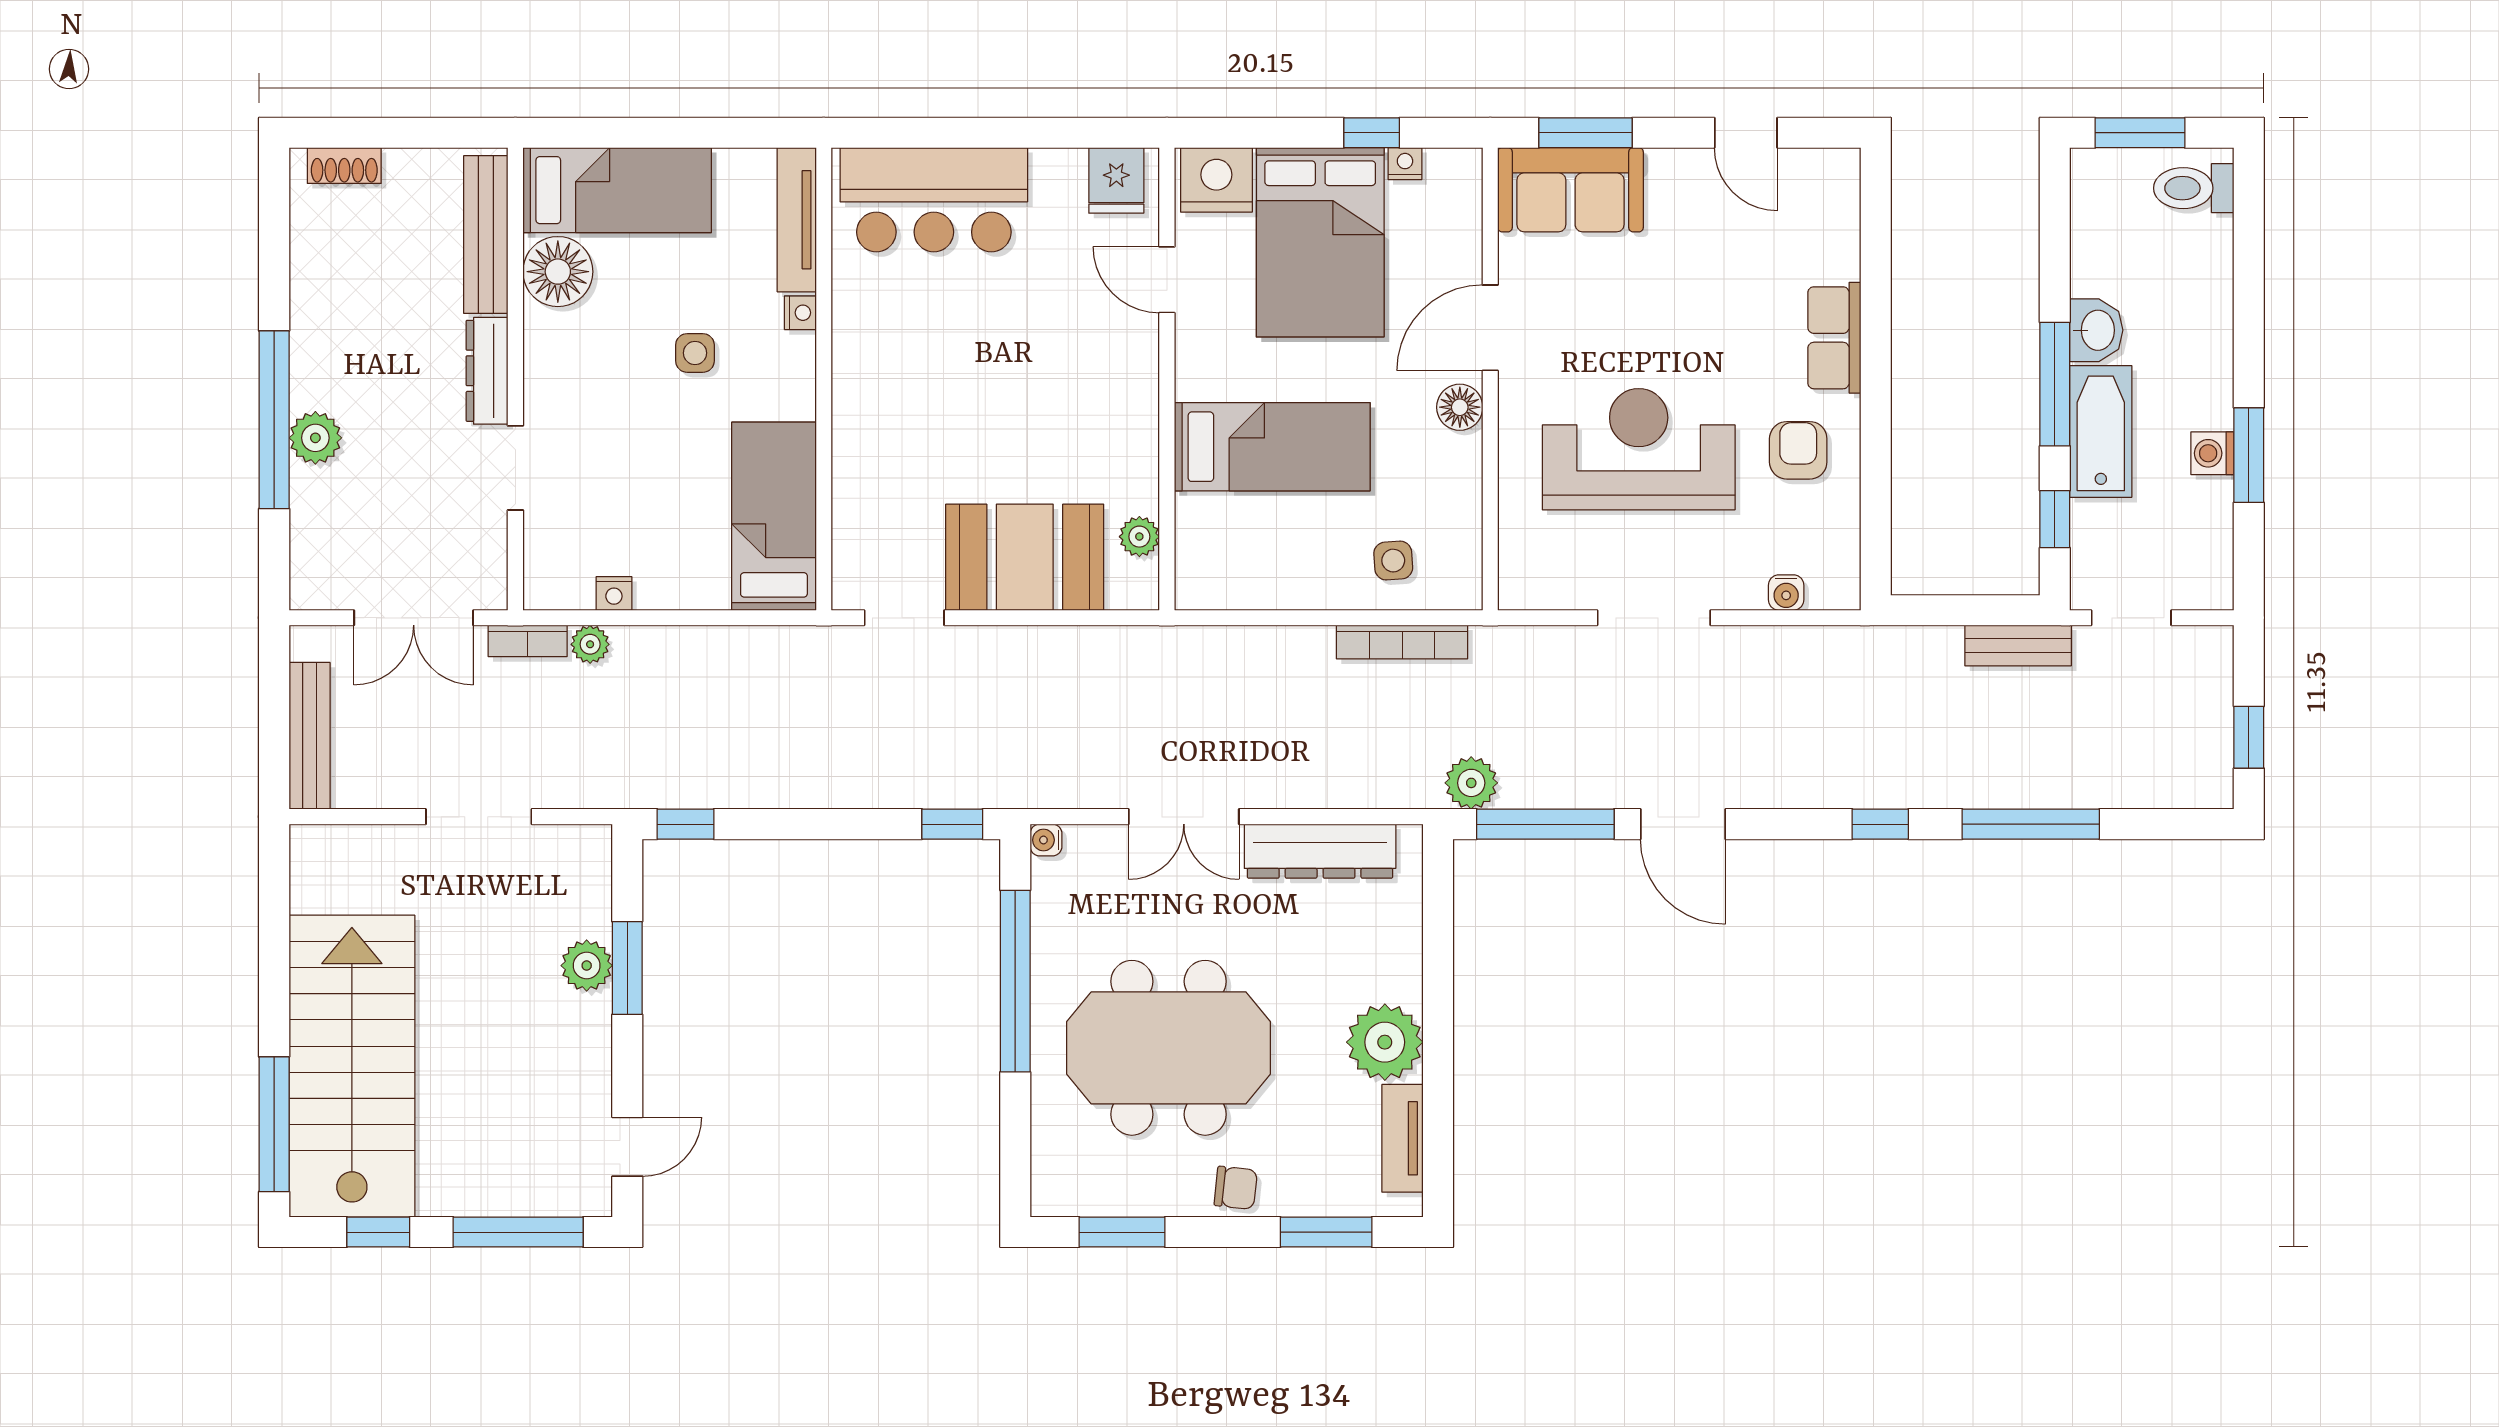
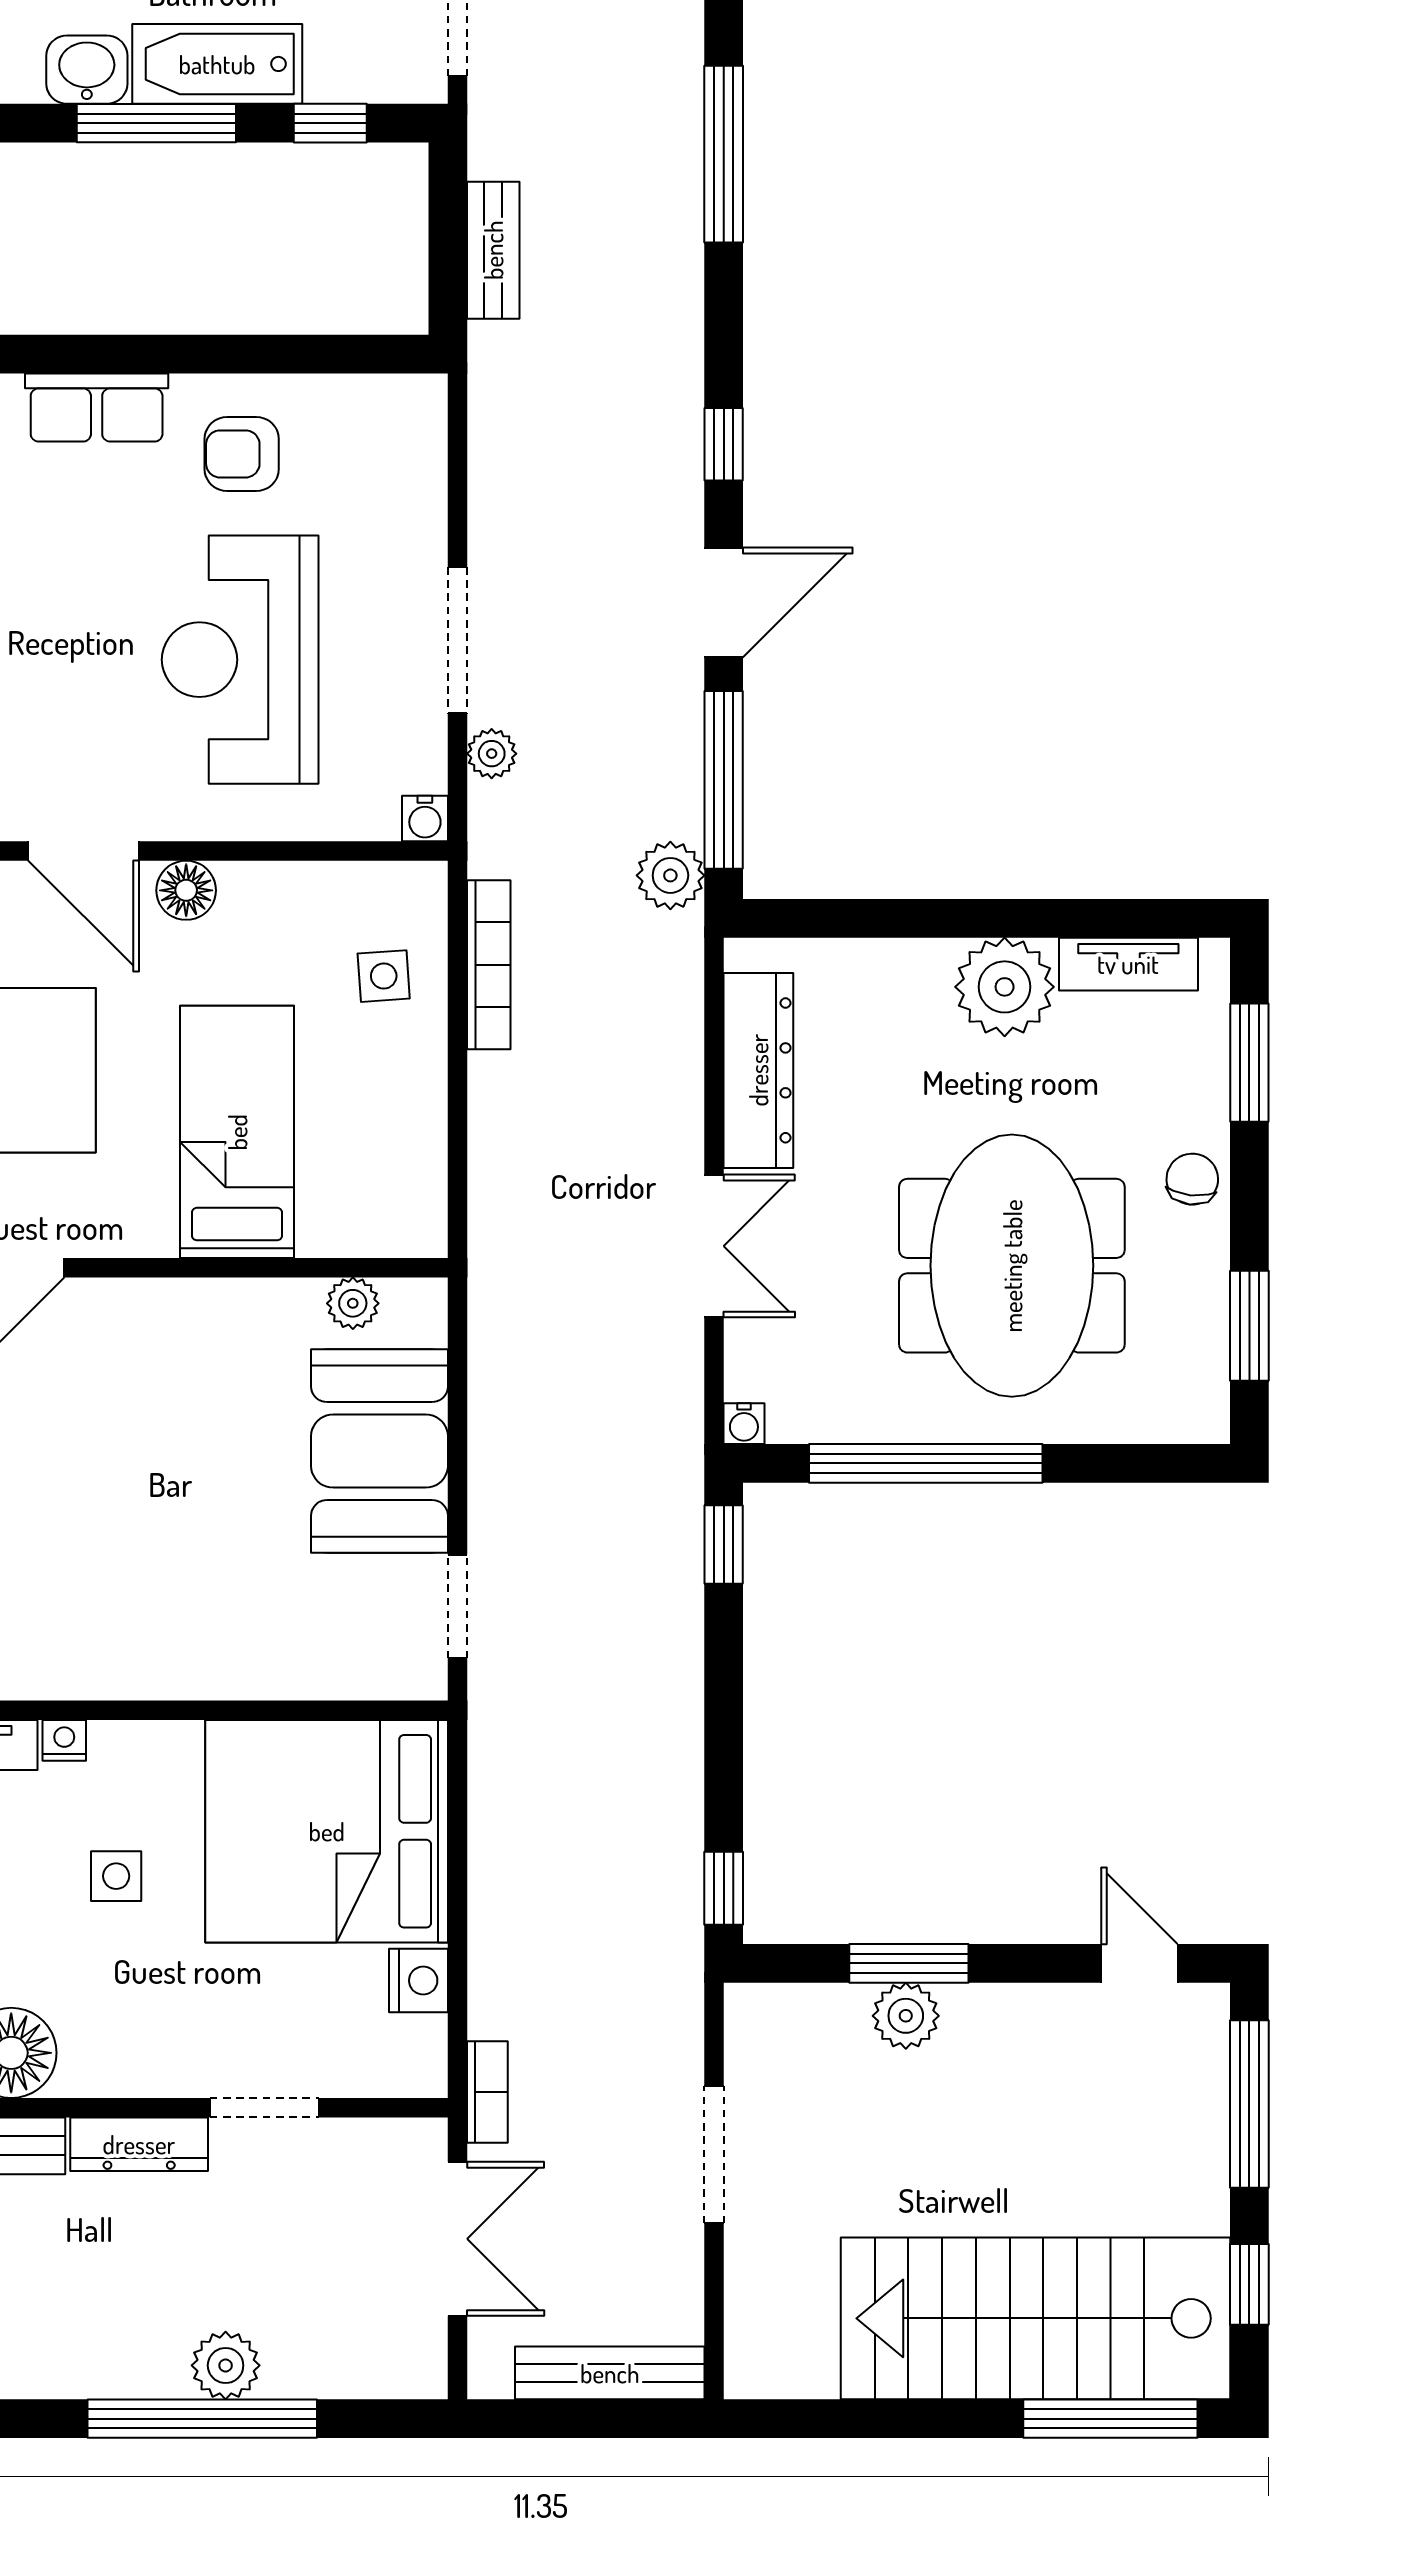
bed: (774, 516) -> (327, 1831), width x2.04
nightstand: (614, 593) -> (418, 1981), width x1.39, depth x1.35
water cooler: (1786, 593) -> (425, 818), moved, turned 90
plant: (590, 644) -> (492, 754), moved
bench: (2018, 646) -> (493, 250), moved
window: (1880, 824) -> (724, 444), moved

